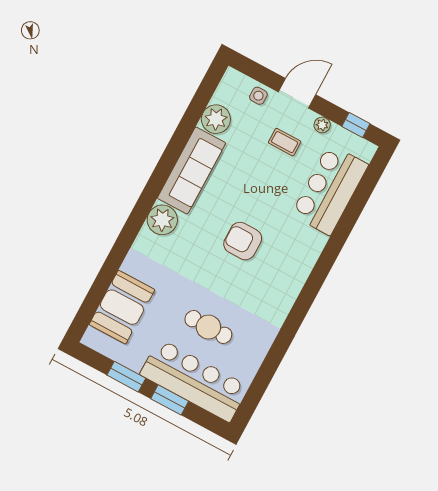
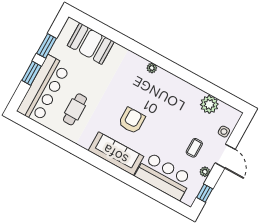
sofa: (192, 170) -> (116, 154), moved, turned 180
plant: (162, 220) -> (152, 68), width x0.53, depth x0.53
cafe table: (208, 327) -> (75, 109), moved

